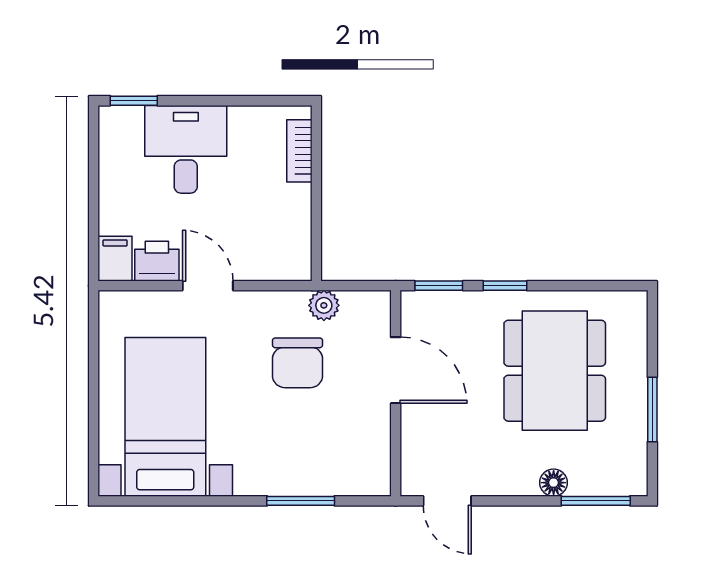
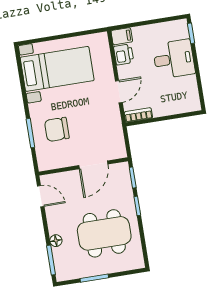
bookcase: (299, 151) -> (138, 115), moved
door: (208, 286) -> (119, 92), moved
plant: (324, 305) -> (116, 129), removed
chair: (298, 363) -> (57, 129), moved
door: (447, 501) -> (41, 196), swing flipped

